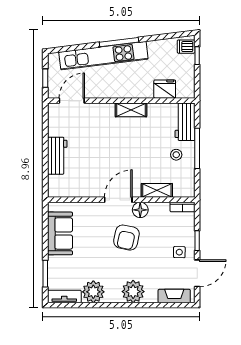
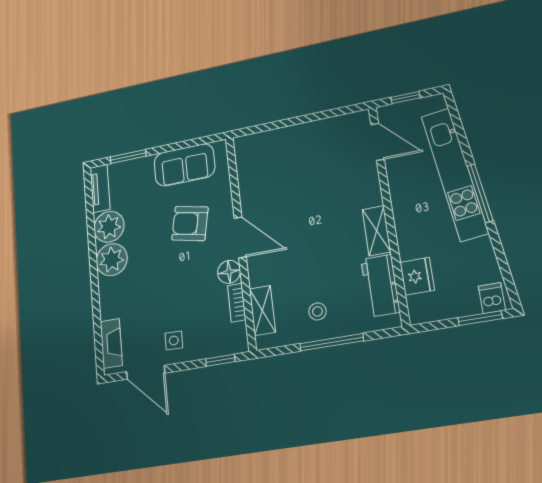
window: (197, 56) -> (480, 318), width x1.50
workbench: (185, 122) -> (380, 286), moved, turned -90
workbench: (57, 156) -> (293, 138), removed
shelving: (157, 190) -> (262, 310), moved
bookcase: (182, 207) -> (237, 303), moved
armchair: (126, 238) -> (190, 224), moved
window: (197, 241) -> (220, 360), moved
plant: (133, 292) -> (112, 260), moved

